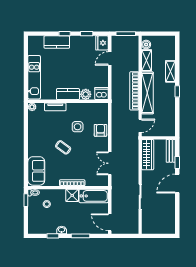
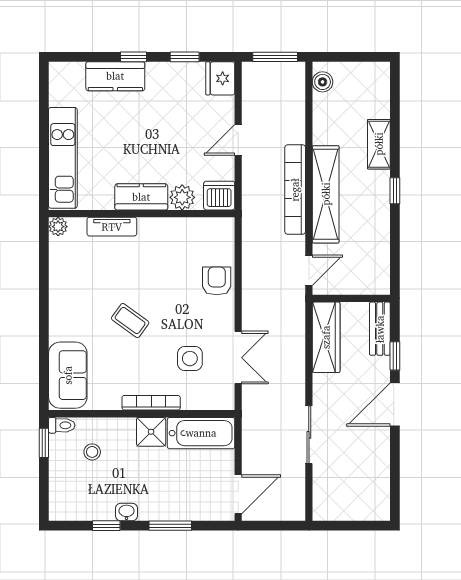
door: (110, 58) -> (238, 140), moved
shelving: (147, 60) -> (324, 119), removed
side table: (78, 127) -> (190, 359), moved
double door: (110, 163) -> (238, 358), swing flipped
door: (110, 222) -> (238, 494), swing flipped

